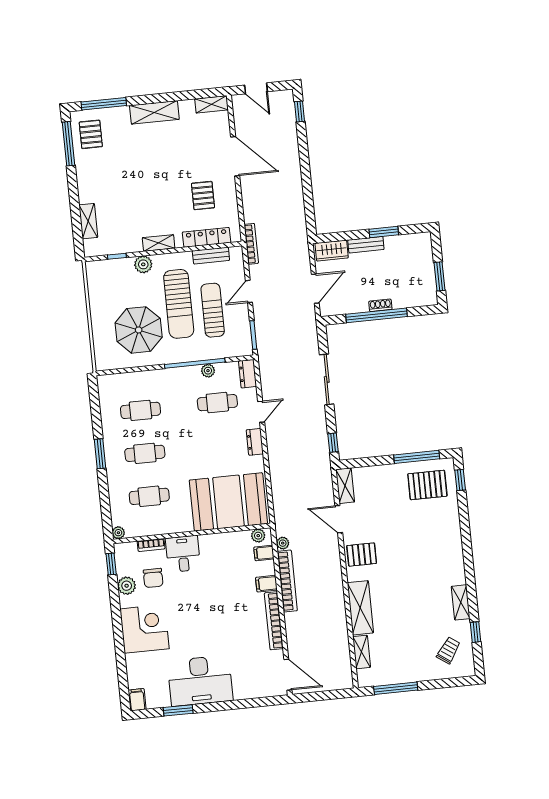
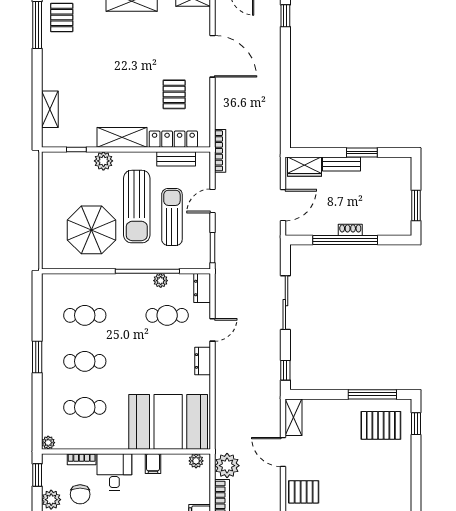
shelving: (159, 243) -> (122, 137), width x1.50, depth x1.33
plant: (283, 543) -> (227, 466), width x1.88, depth x1.88
filing cabinet: (264, 553) -> (153, 464), moved, turned -90

